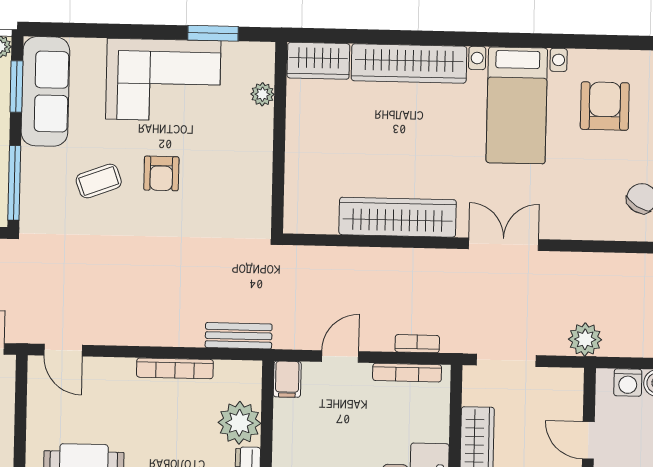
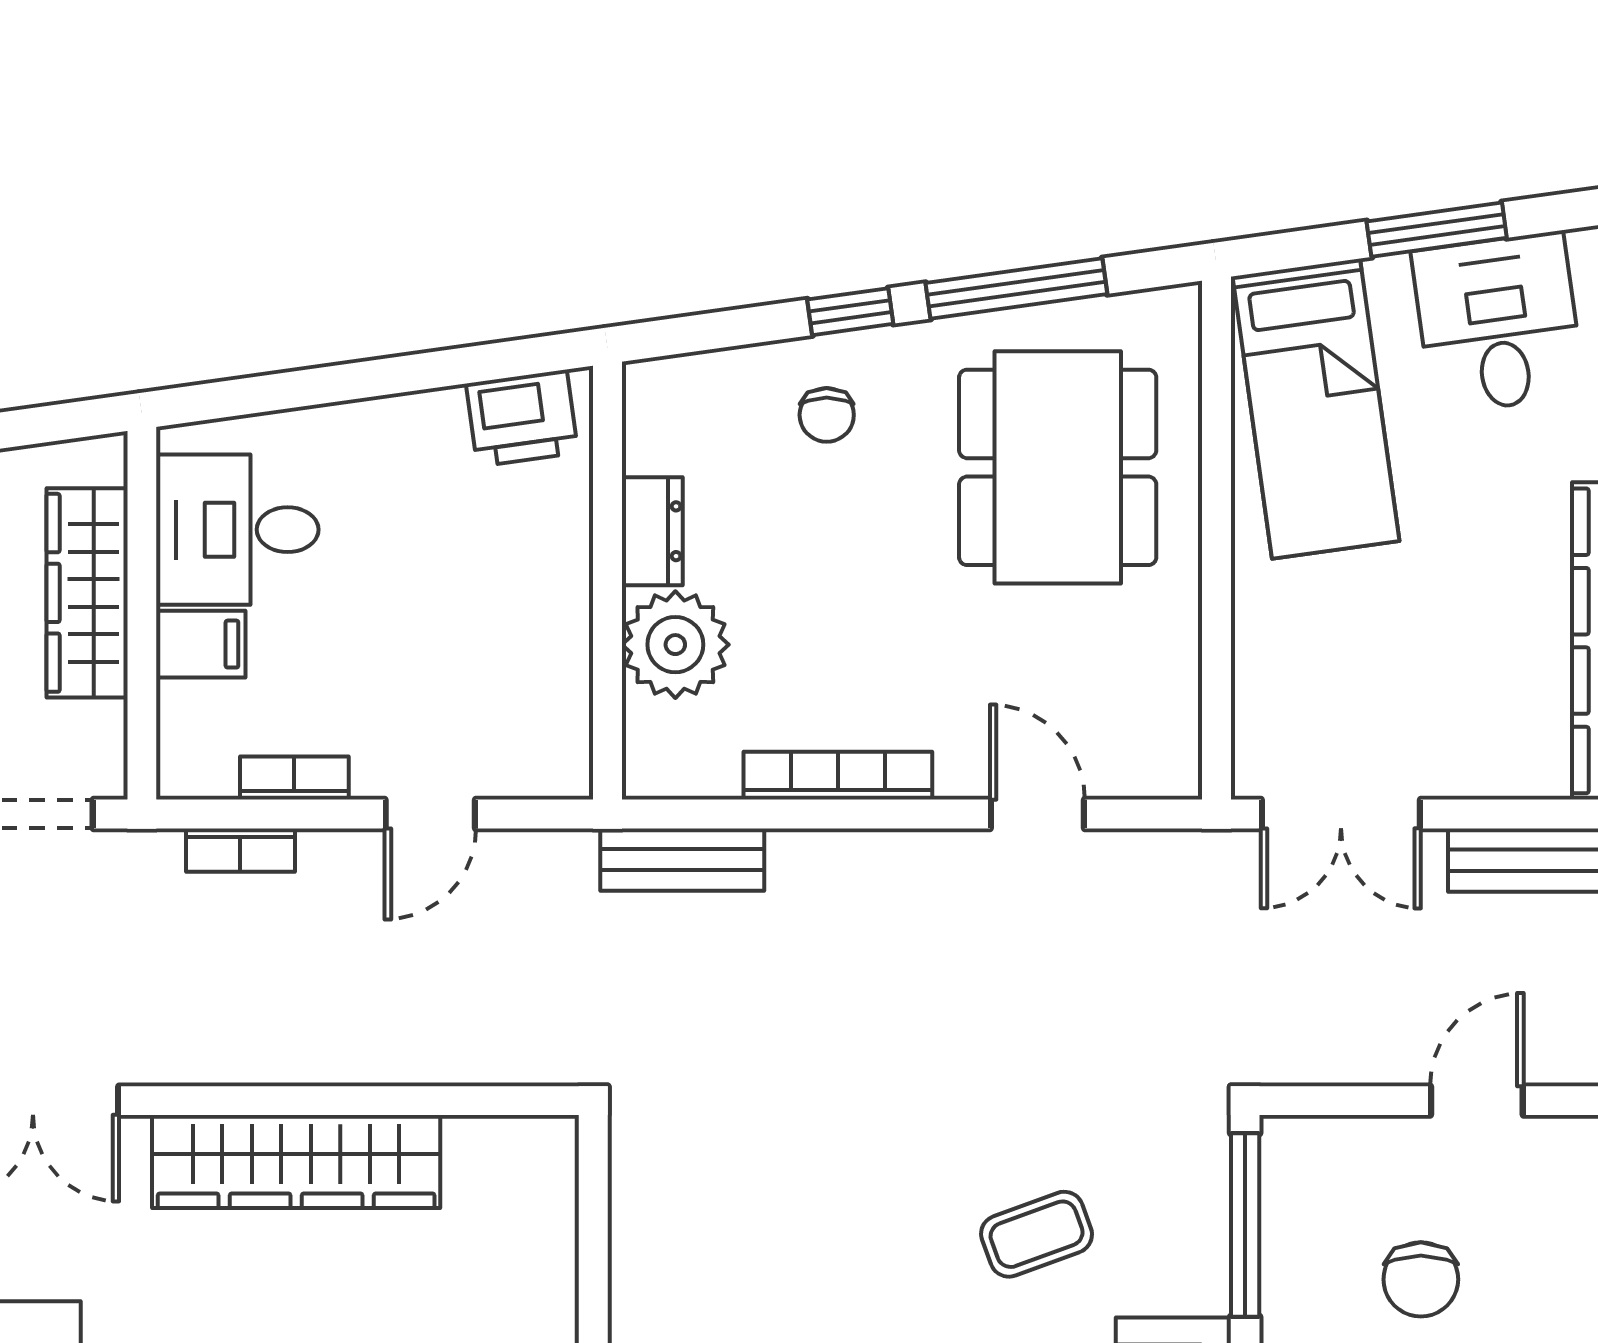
armchair: (161, 173) -> (882, 1256), removed
door: (63, 350) -> (1037, 814), moved
bookcase: (407, 373) -> (294, 778), width x0.64
filing cabinet: (287, 379) -> (201, 644), moved, turned 90

